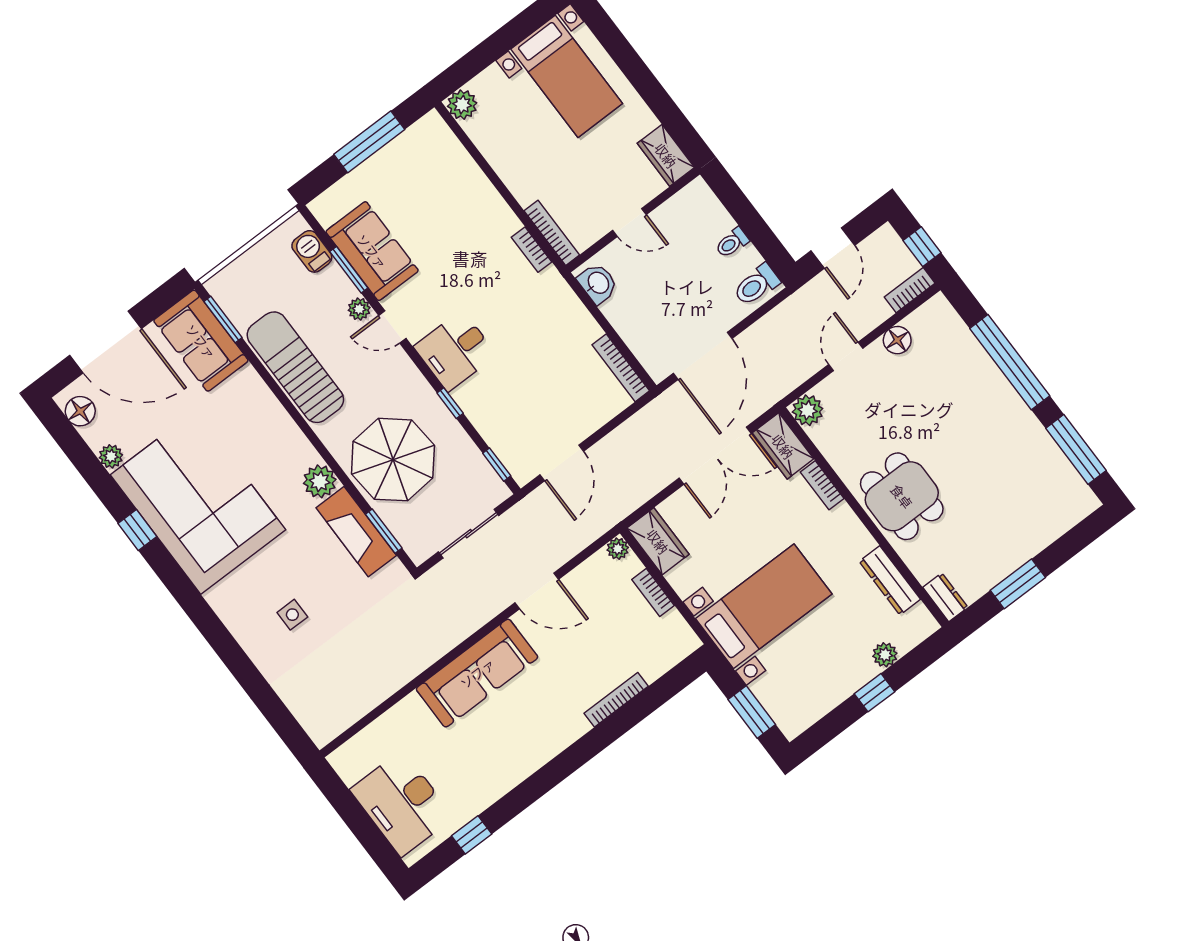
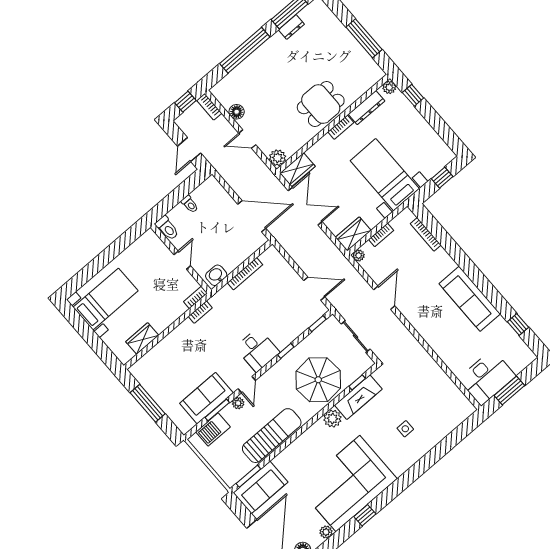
plant: (462, 105) -> (124, 354), removed
wardrobe: (666, 155) -> (142, 339), moved, turned 180
bookcase: (552, 233) -> (196, 297), width x0.64
door: (833, 248) -> (189, 150), swing flipped
barbecue: (312, 251) -> (213, 429), width x1.38, depth x1.27
toilet: (756, 285) -> (167, 228), moved
sun lounger: (295, 367) -> (272, 436), turned 180
bookcase: (621, 368) -> (245, 274), moved
bookcase: (822, 485) -> (341, 127), moved
window: (384, 531) -> (357, 382), width x0.67
window: (1018, 584) -> (364, 38), width x1.44
dresser: (945, 597) -> (291, 27), moved, turned 180
plant: (885, 655) -> (389, 87), moved
sofa: (477, 673) -> (470, 299), moved, turned 180
window: (874, 693) -> (413, 95), moved
bookcase: (616, 700) -> (426, 234), moved
window: (752, 712) -> (442, 178), width x0.67
desk: (402, 803) -> (487, 378), moved
window: (351, 811) -> (509, 391), added

